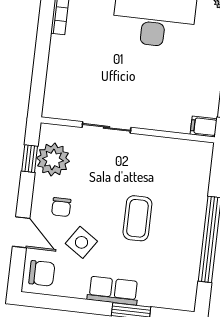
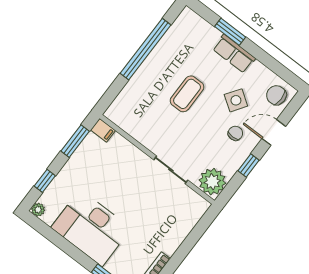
window: (30, 159) -> (249, 165), moved
plant: (53, 160) -> (212, 182), moved
door: (21, 232) -> (274, 132), hinge flipped

